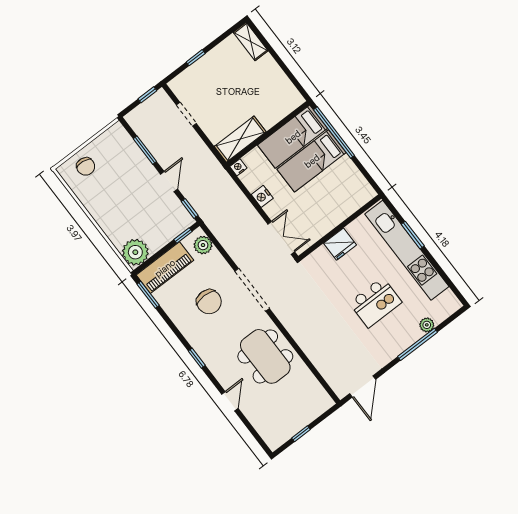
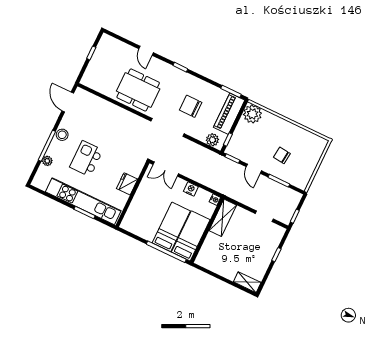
chair: (86, 166) -> (282, 155), moved
stool: (391, 348) -> (62, 135), added

